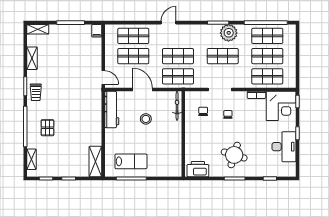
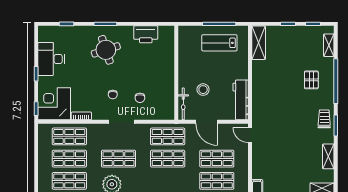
bicycle: (177, 106) -> (183, 104), moved
wall: (183, 134) -> (176, 73), moved
round table: (234, 155) -> (106, 50), turned -35

